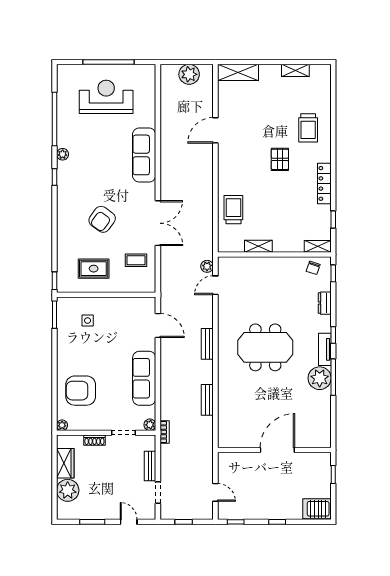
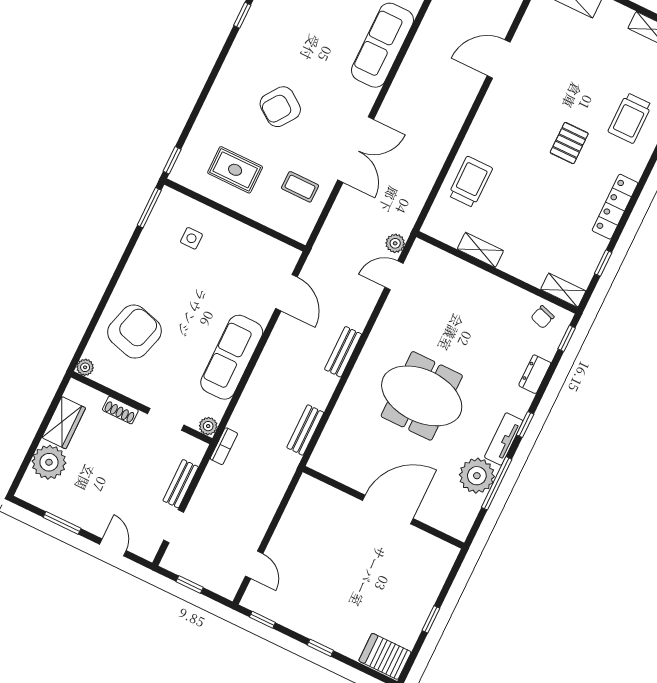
armchair: (81, 391) -> (134, 332), turned 106
wall: (274, 450) -> (383, 507), moved
door: (277, 450) -> (388, 509), moved

